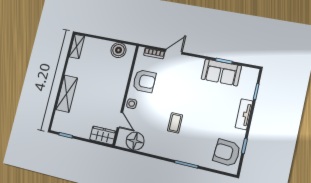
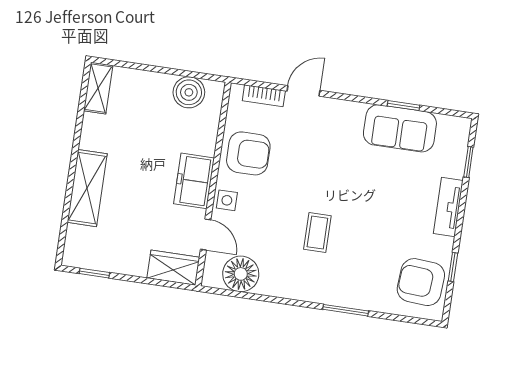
freezer: (117, 93) -> (194, 181), added

